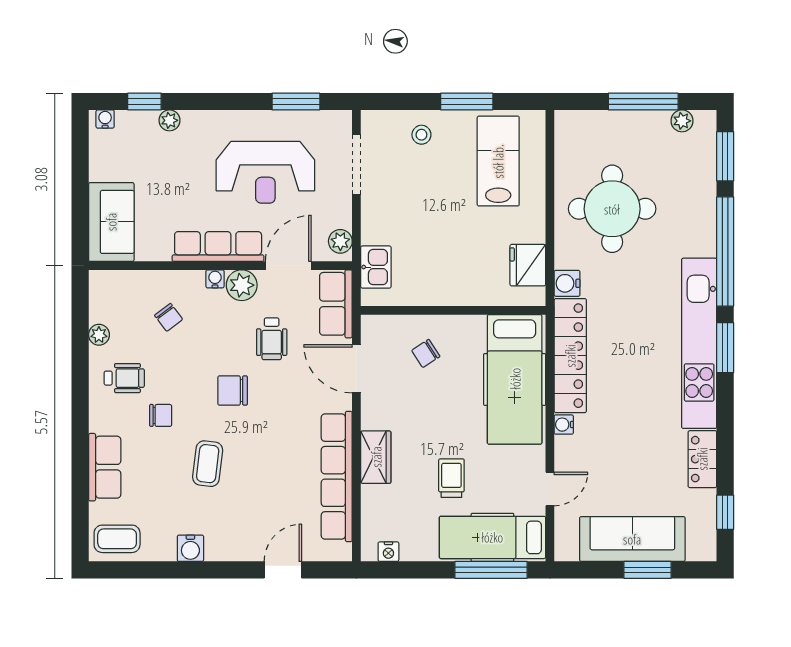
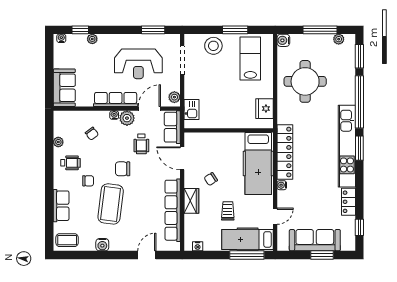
stool: (421, 135) -> (213, 46), width x1.89, depth x1.89
water cooler: (567, 283) -> (283, 40), moved
chair: (426, 353) -> (211, 179), moved
coffee table: (208, 464) -> (111, 204), width x1.86, depth x1.72

